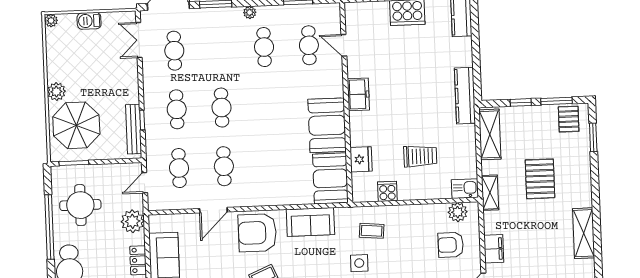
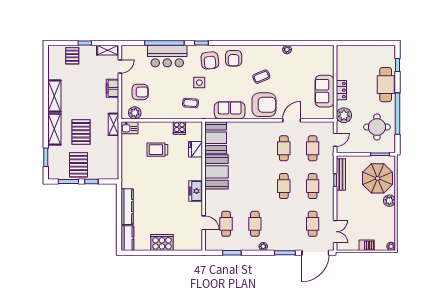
kitchen counter: (465, 96) -> (127, 207), moved
pallet: (569, 119) -> (78, 165), moved, width x1.50, depth x1.42
shelving: (490, 134) -> (54, 129), moved

